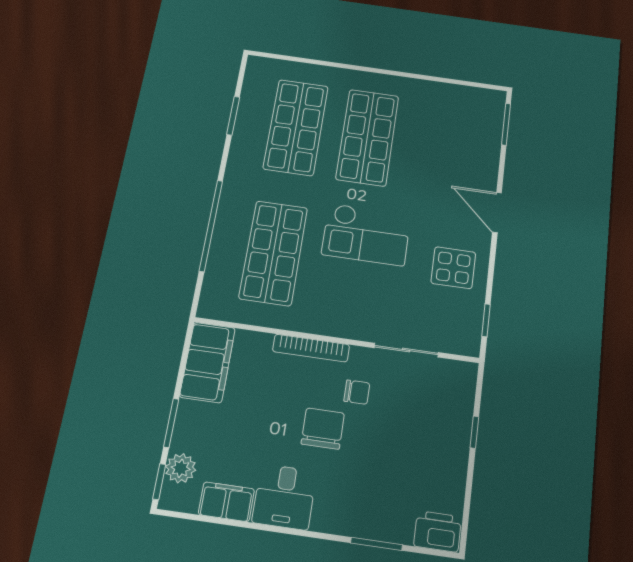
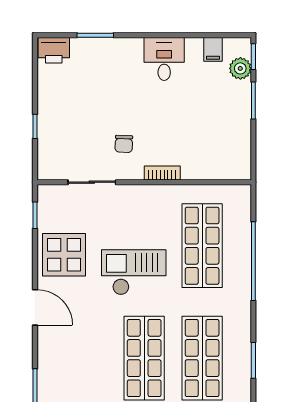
display table: (453, 268) -> (64, 255), width x1.36, depth x1.36
bookcase: (311, 348) -> (162, 173), width x0.64
filing cabinet: (208, 362) -> (236, 150), removed
chair: (357, 392) -> (124, 144), turned -88
chair: (323, 429) -> (144, 113), removed
filing cabinet: (226, 502) -> (213, 49), width x0.50

